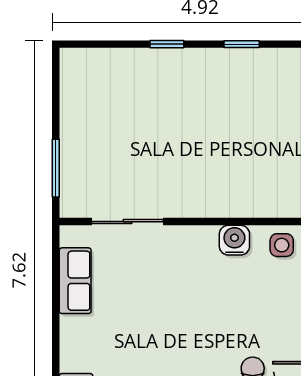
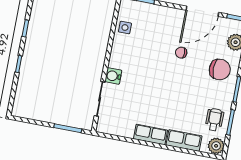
water cooler: (234, 240) -> (113, 76), moved
row of seats: (75, 281) -> (151, 135), moved

